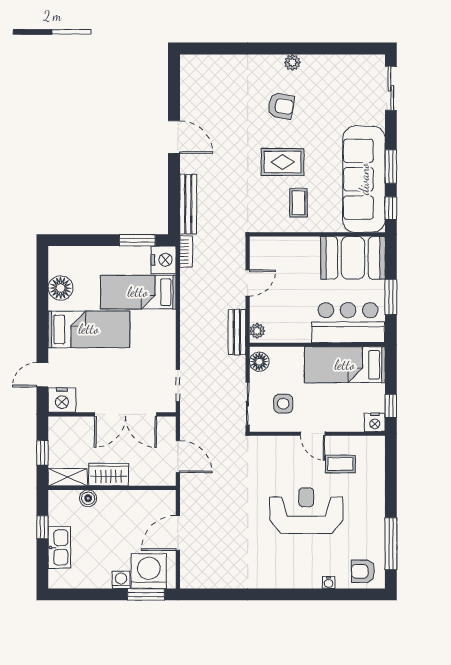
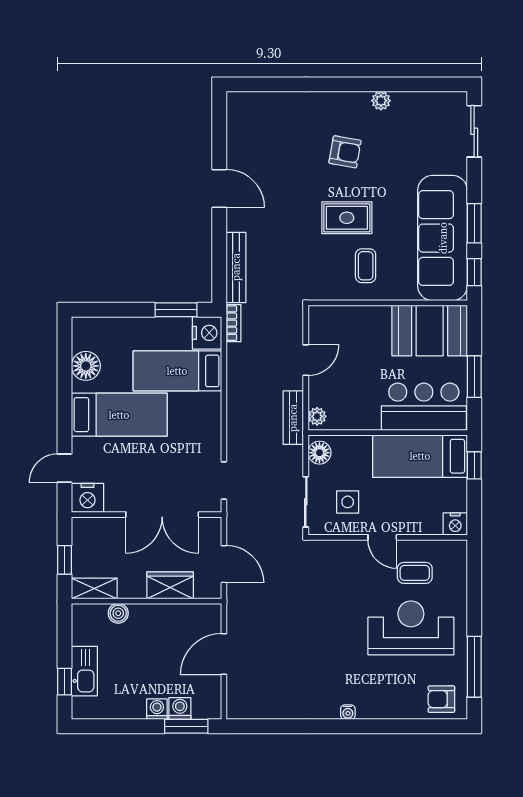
plant: (292, 62) -> (381, 101), moved
window: (391, 406) -> (474, 465), moved
wardrobe: (109, 475) -> (170, 585), moved
reception desk: (306, 511) -> (411, 628), moved
window: (42, 527) -> (65, 682), moved
washing machine: (149, 571) -> (180, 708), width x0.53, depth x0.53
water cooler: (329, 582) -> (348, 712), moved

